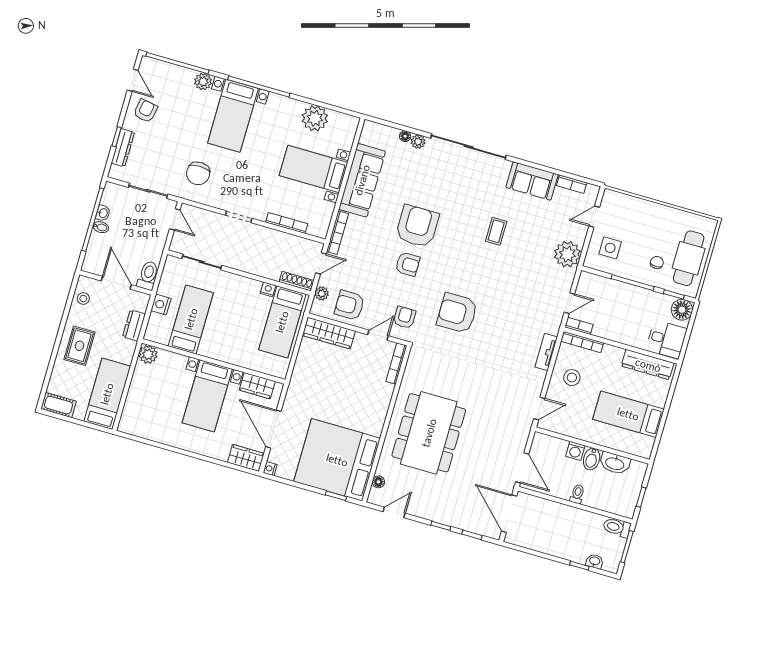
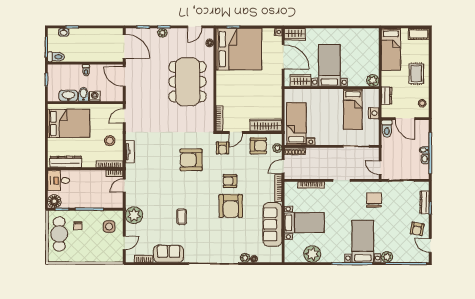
armchair: (457, 313) -> (191, 160), turned 180
bed: (628, 414) -> (69, 123), width x1.50
plant: (445, 518) -> (162, 33), added

